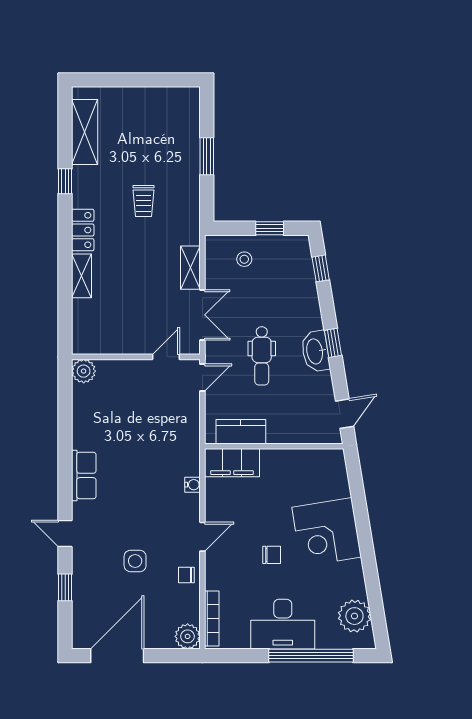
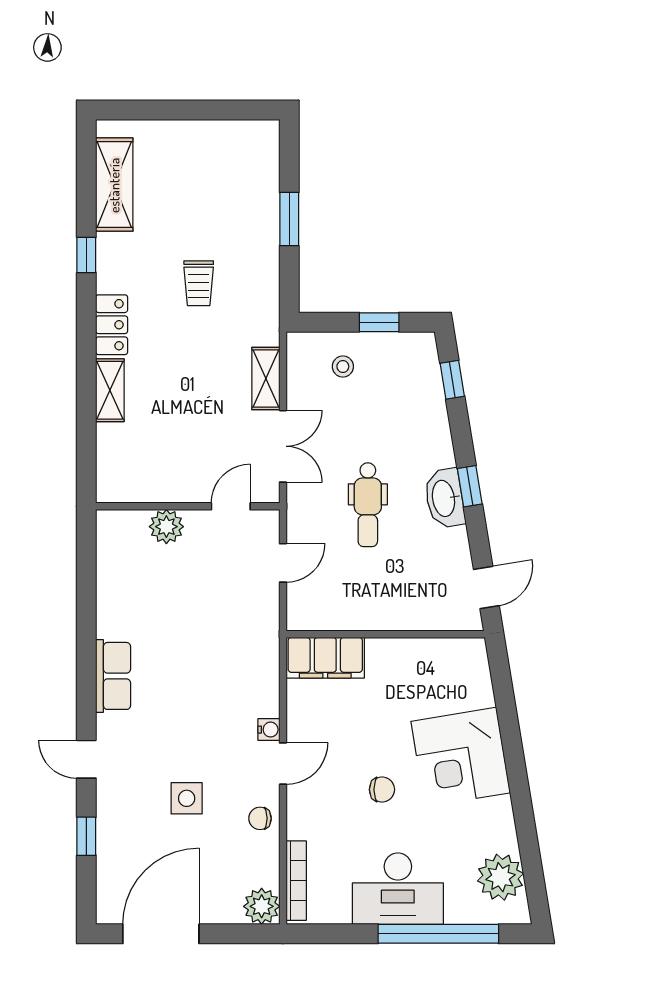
plant: (84, 371) -> (166, 527), moved
door: (202, 378) -> (283, 563), moved
kitchen counter: (241, 432) -> (338, 613), removed
water cooler: (193, 485) -> (269, 730), moved

